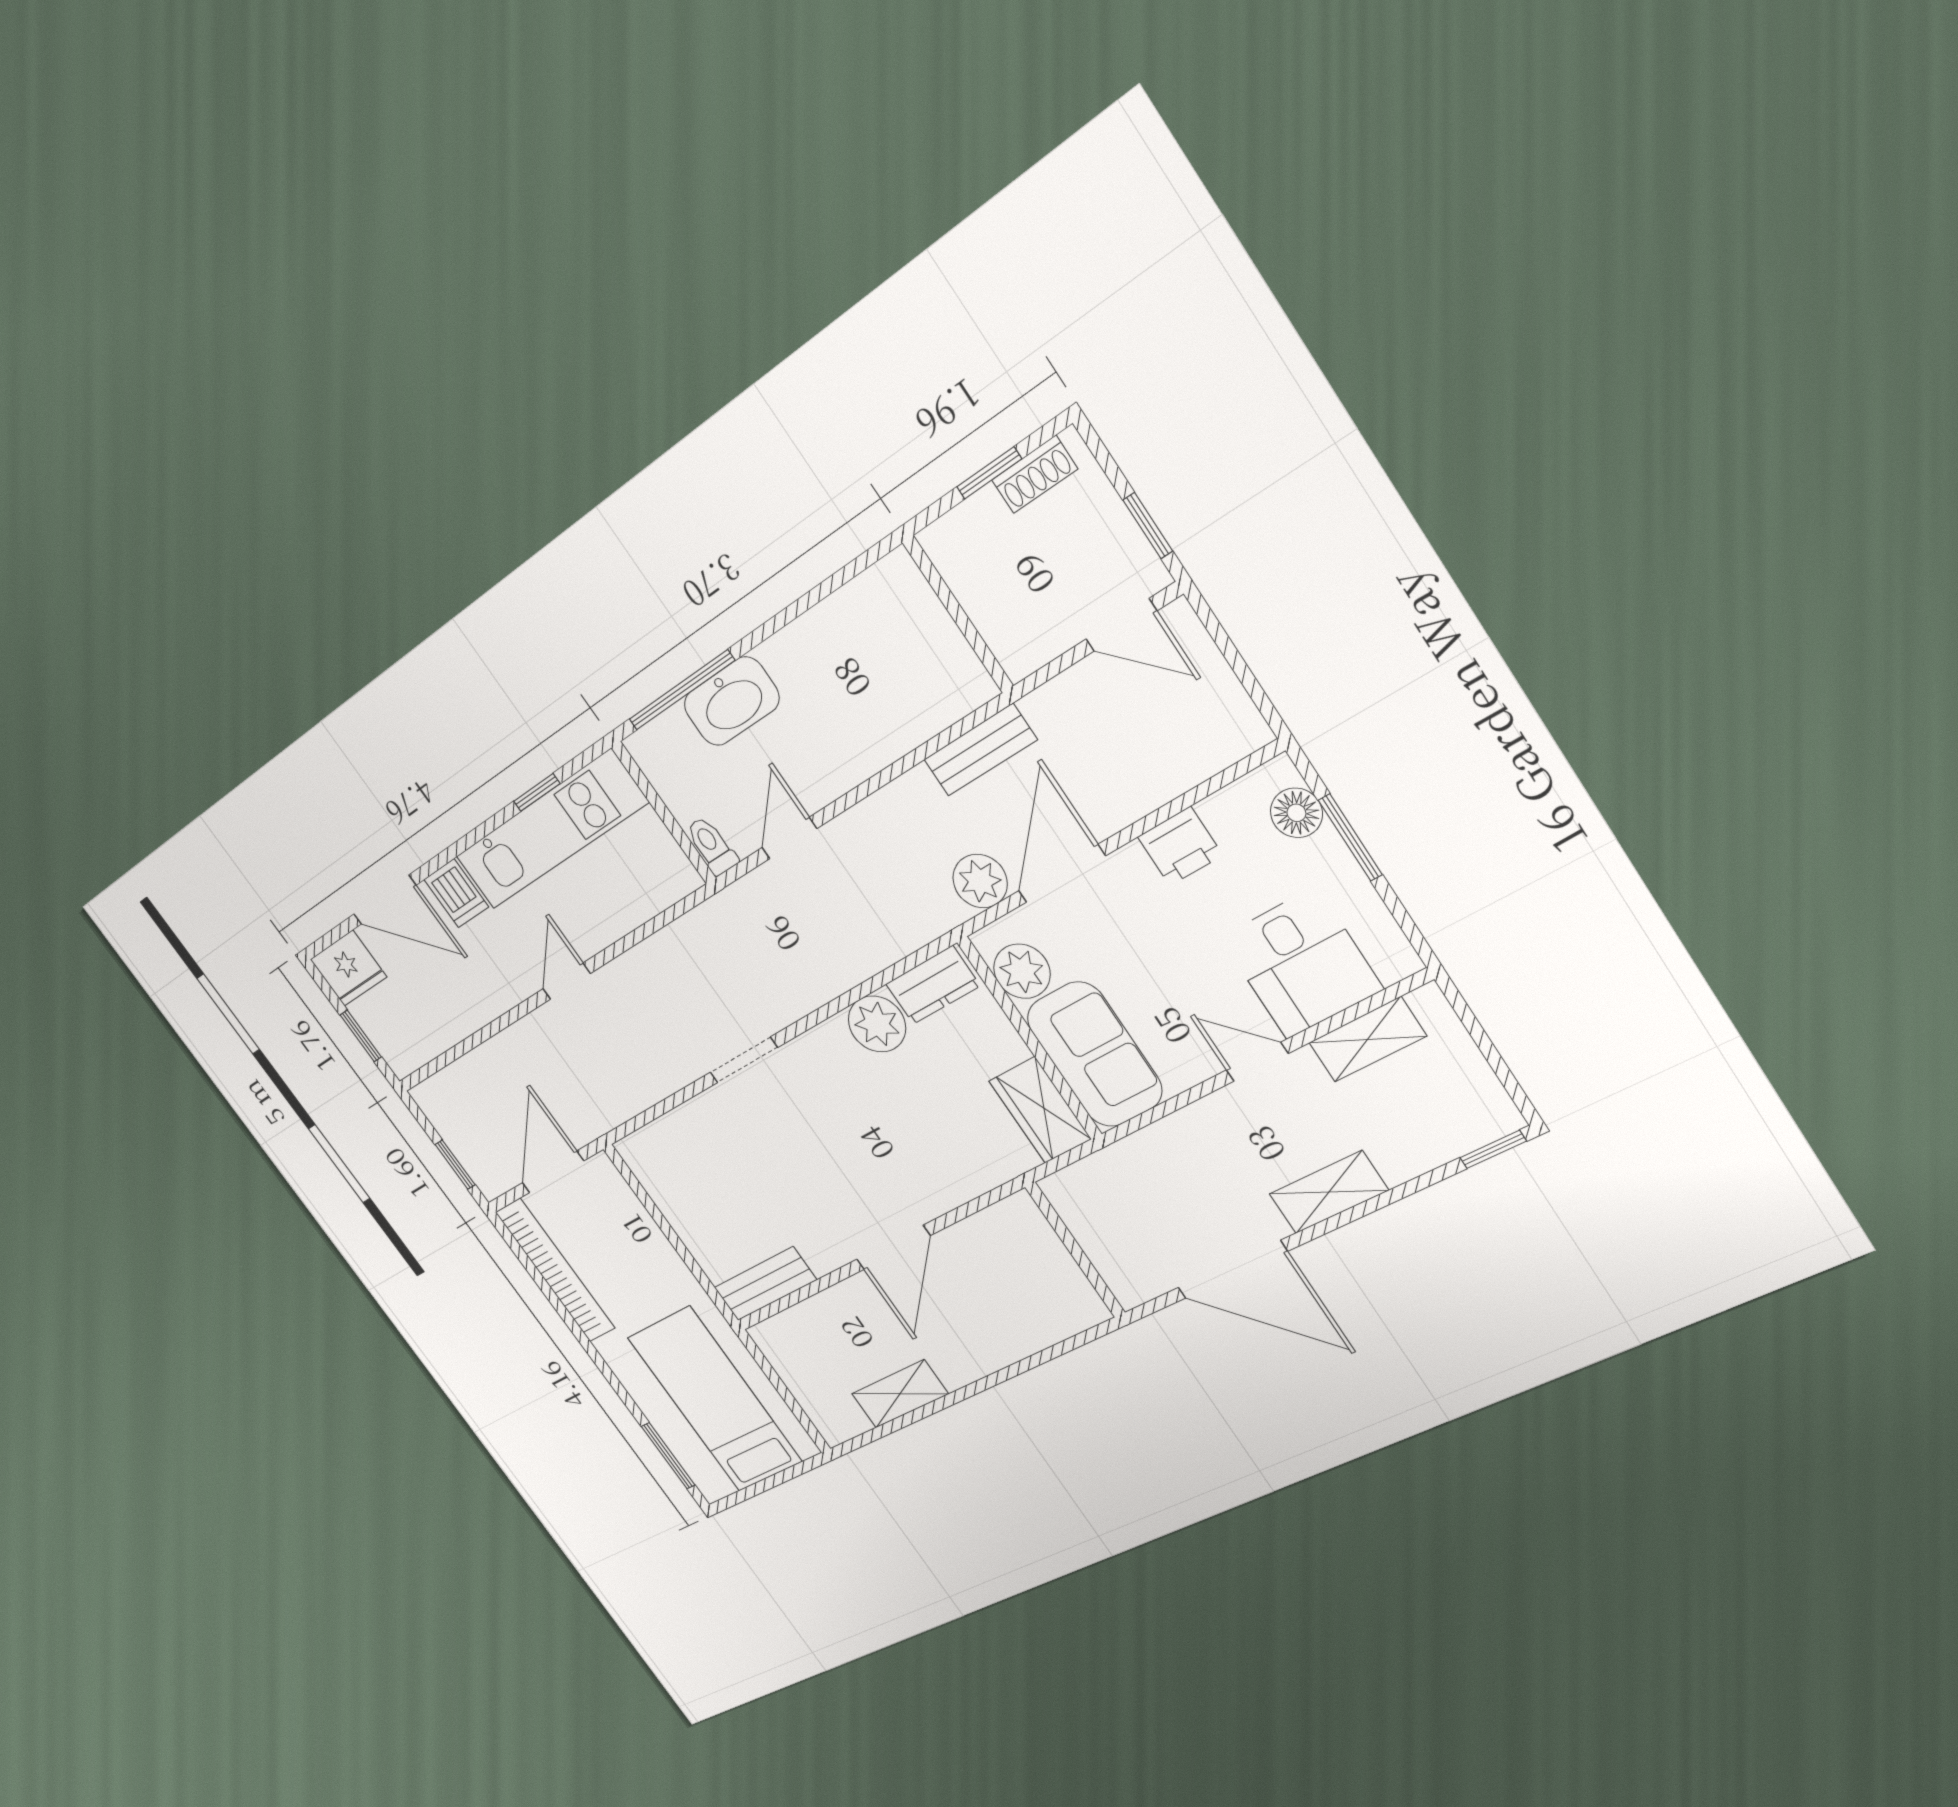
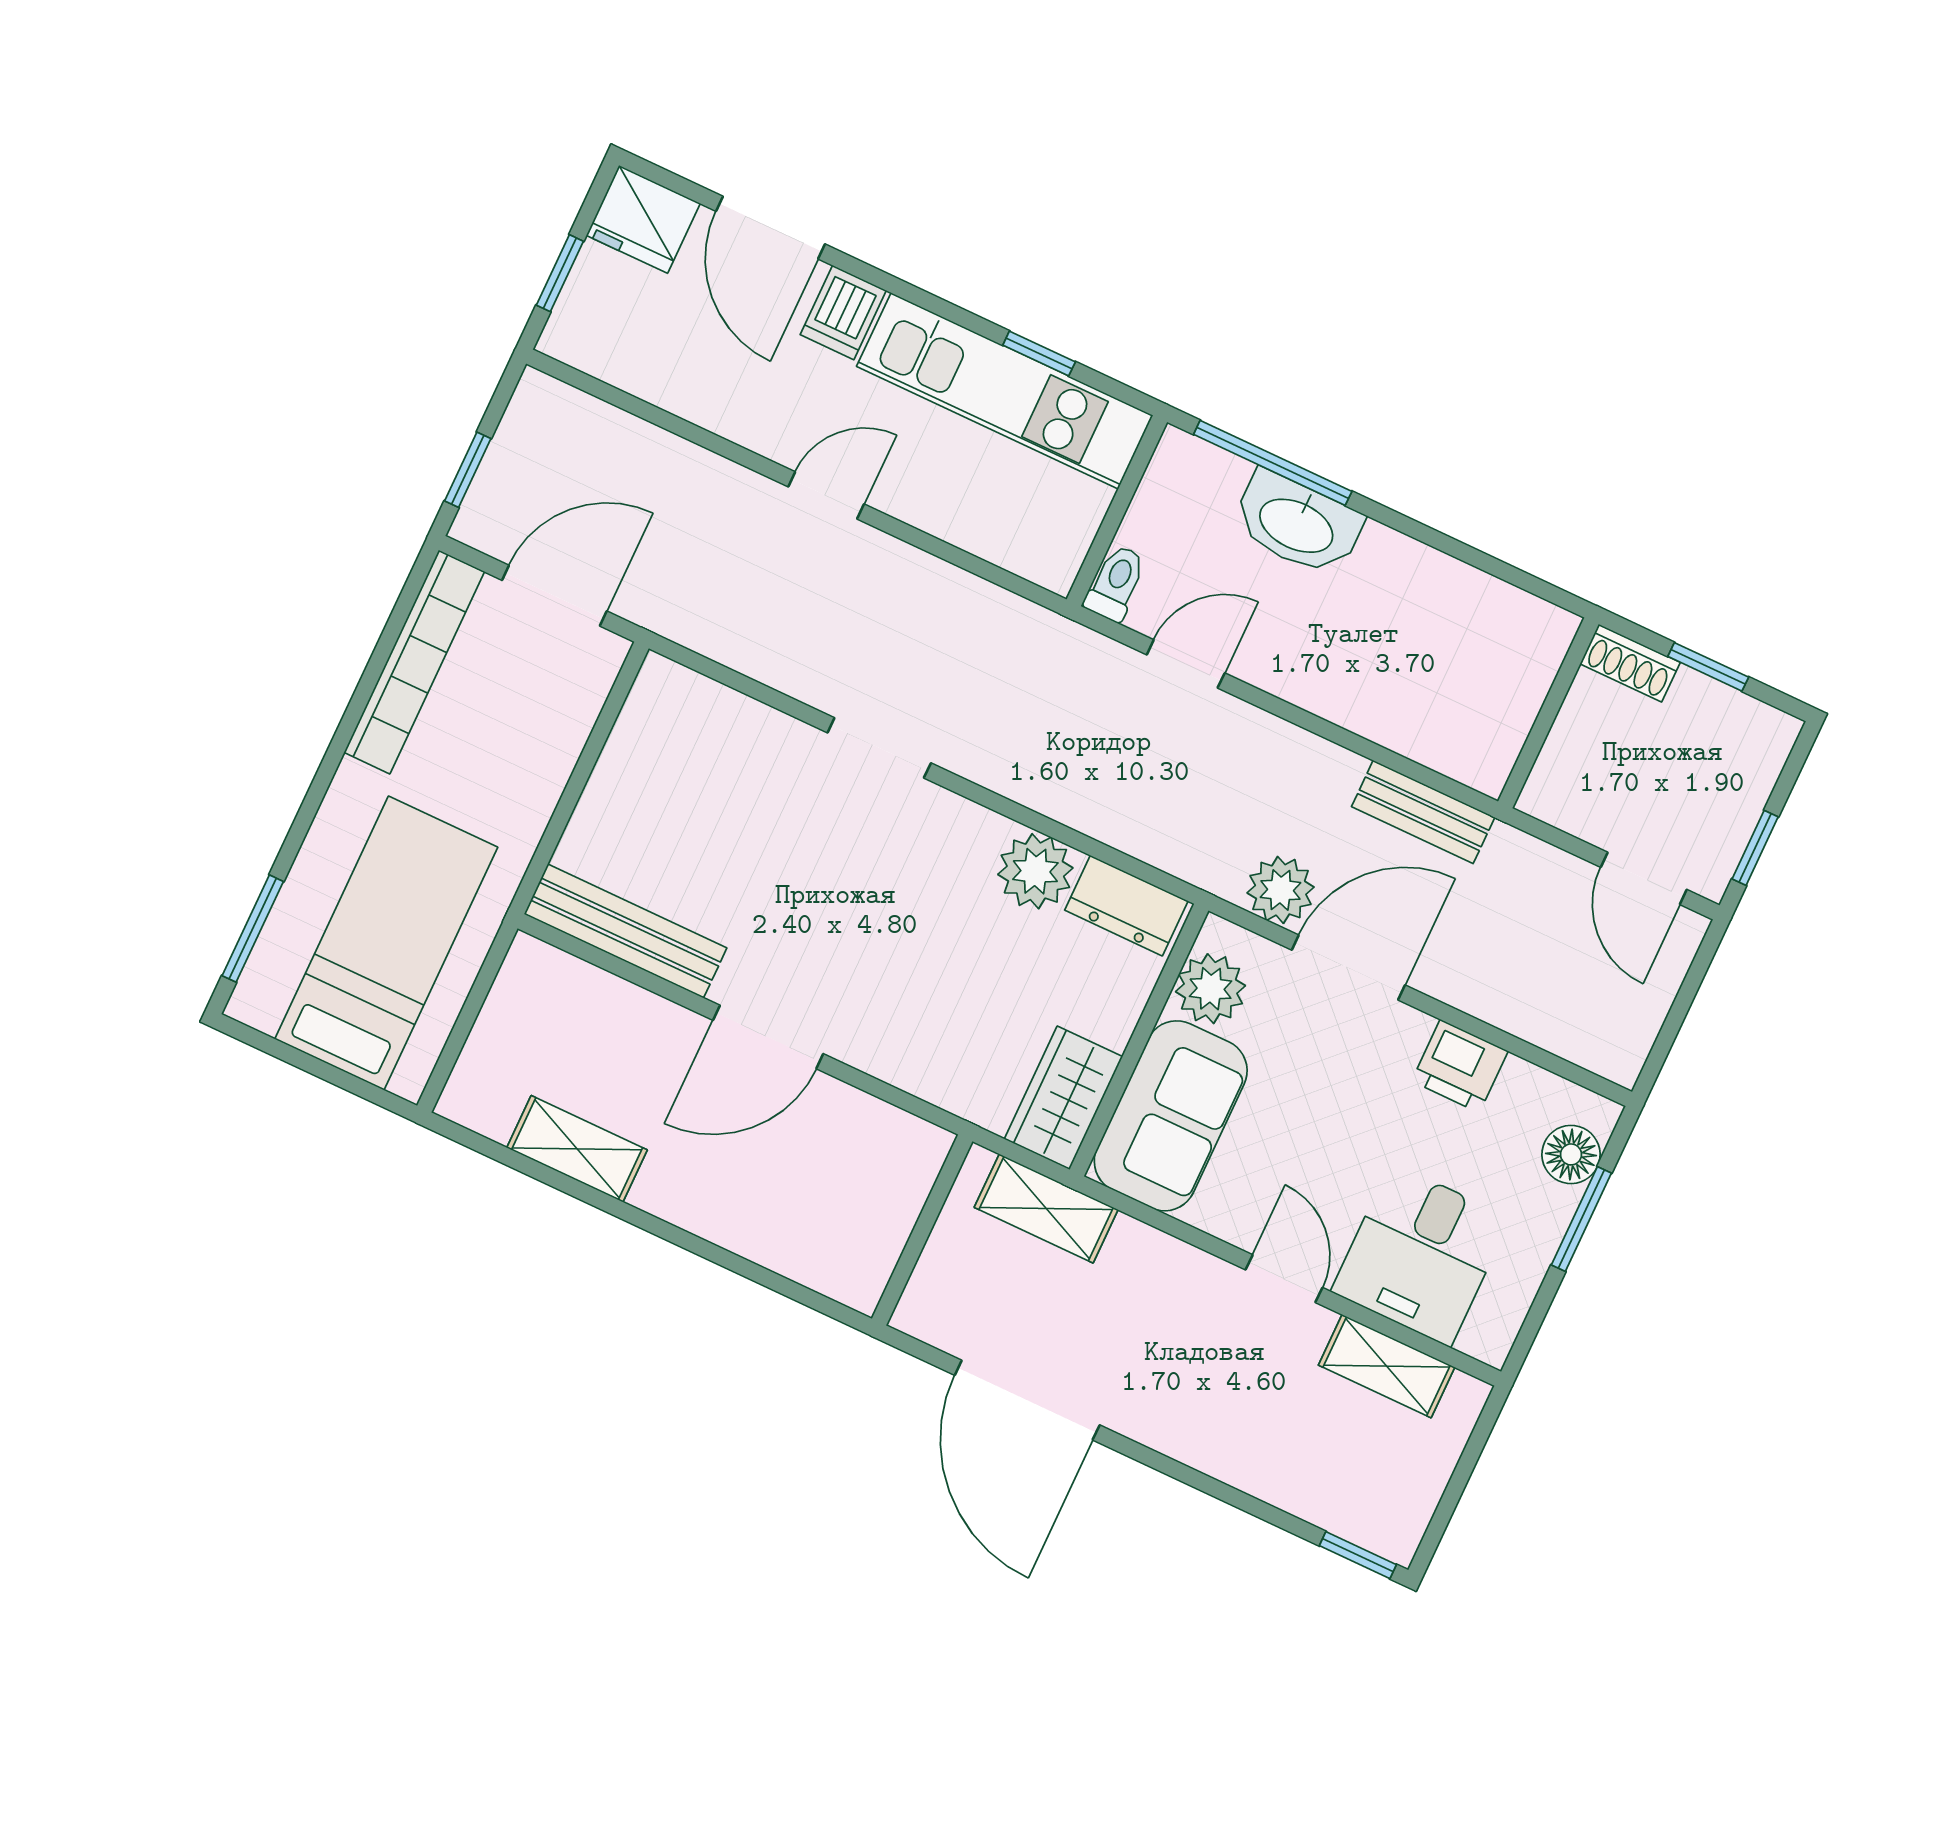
shoe rack: (1035, 474) -> (1630, 663), moved
shelving: (1329, 1192) -> (1046, 1208), moved
bench: (765, 1284) -> (626, 931), width x1.36

